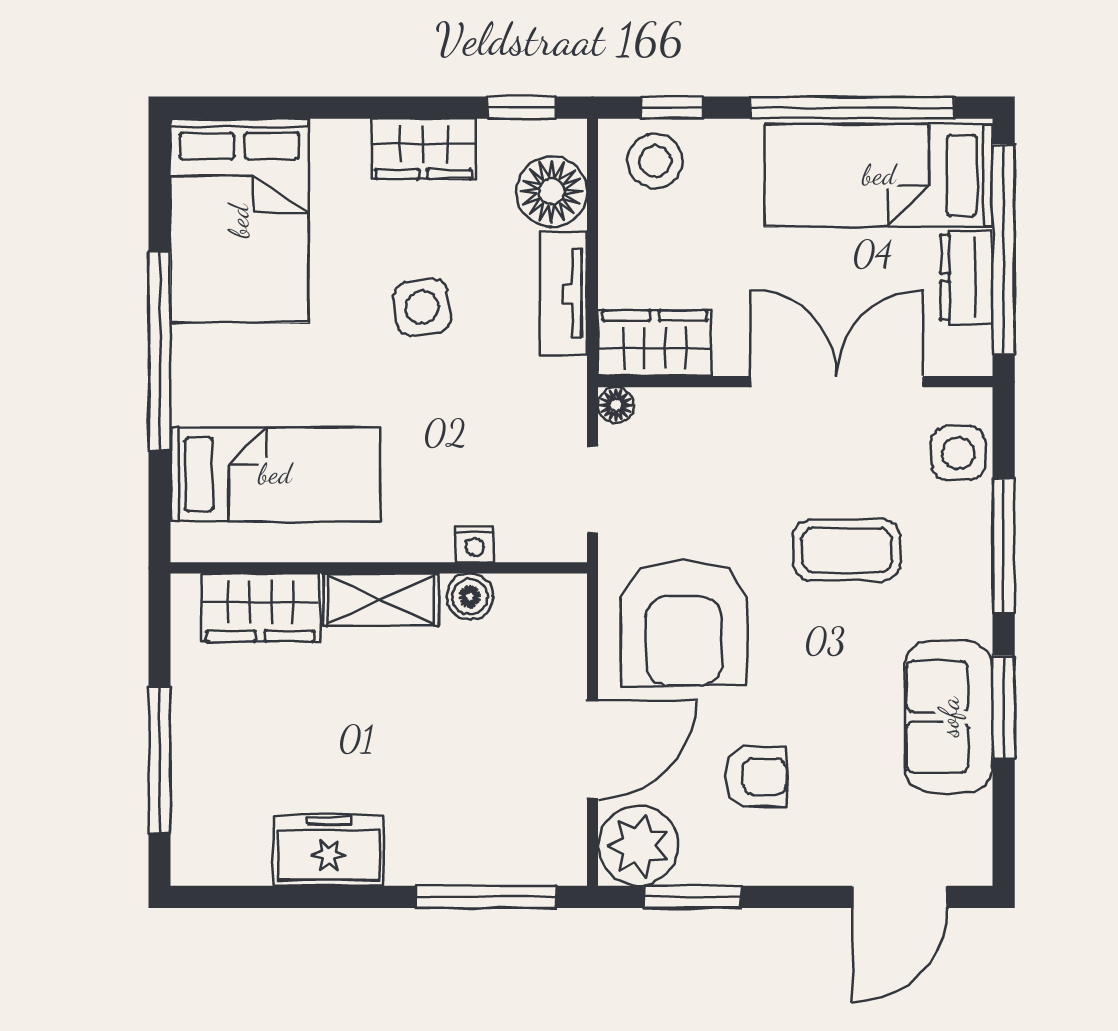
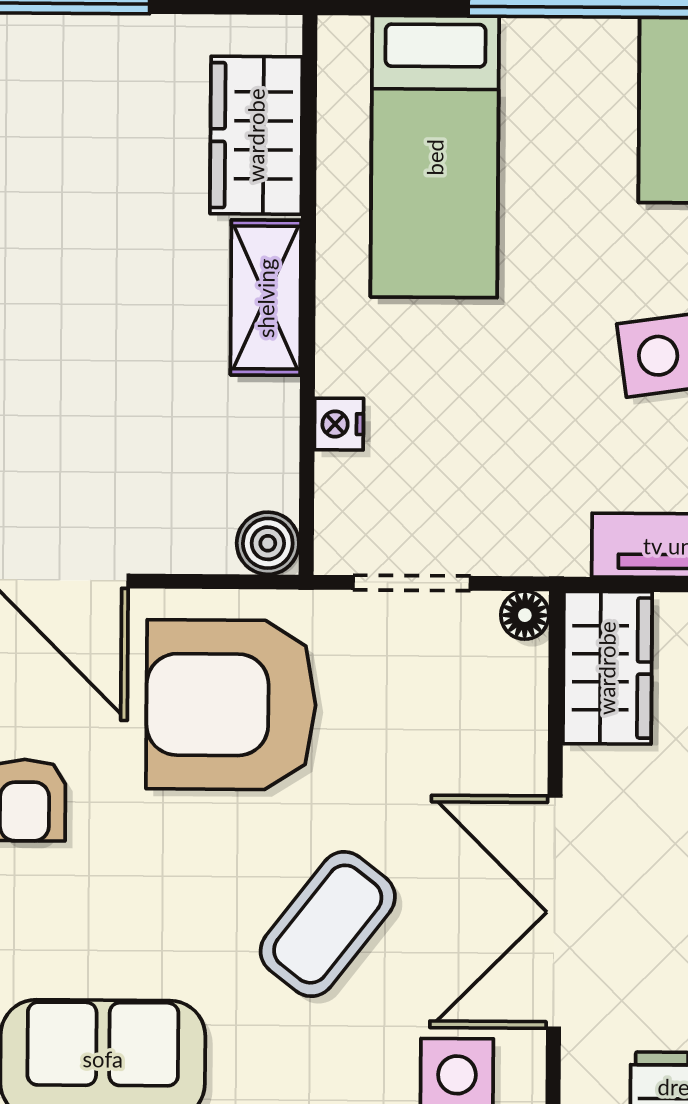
double door: (837, 382) -> (554, 912), swing flipped
coffee table: (847, 550) -> (328, 924), turned 38
boiler: (470, 597) -> (268, 543), moved

